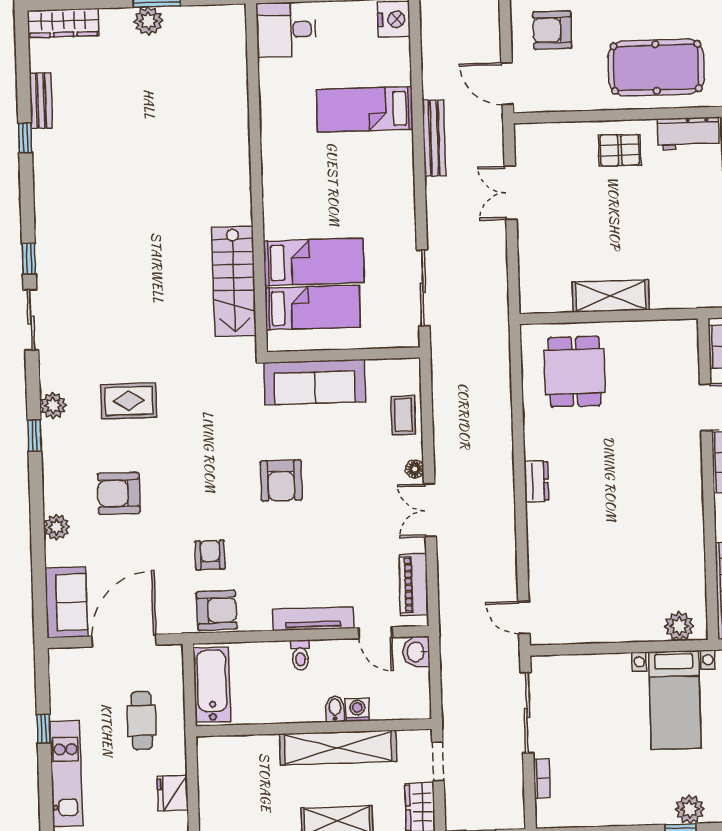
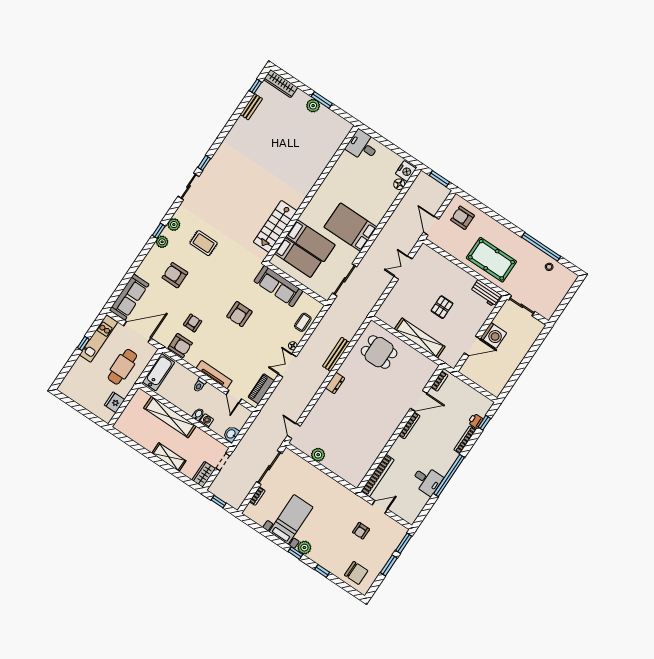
floor lamp: (399, 51) -> (399, 184), added
bed: (365, 109) -> (350, 227), moved, width x1.50
window: (25, 138) -> (255, 86), moved
bench: (434, 138) -> (336, 354), moved
pallet: (620, 150) -> (442, 307), moved, turned 90
shelving: (611, 296) -> (420, 338), width x1.47
dining table: (575, 371) -> (379, 352), turned 90
plant: (57, 527) -> (162, 242), moved
sofa: (66, 602) -> (129, 297), width x1.36
plant: (679, 626) -> (318, 455), moved
washbasin: (416, 652) -> (231, 434), moved
bed with nightstands: (675, 700) -> (291, 519), moved, turned 180
cafe table: (142, 721) -> (122, 367), width x1.37, depth x1.35
shelving: (338, 748) -> (170, 417), moved
kitchen unit: (66, 774) -> (98, 339), moved

